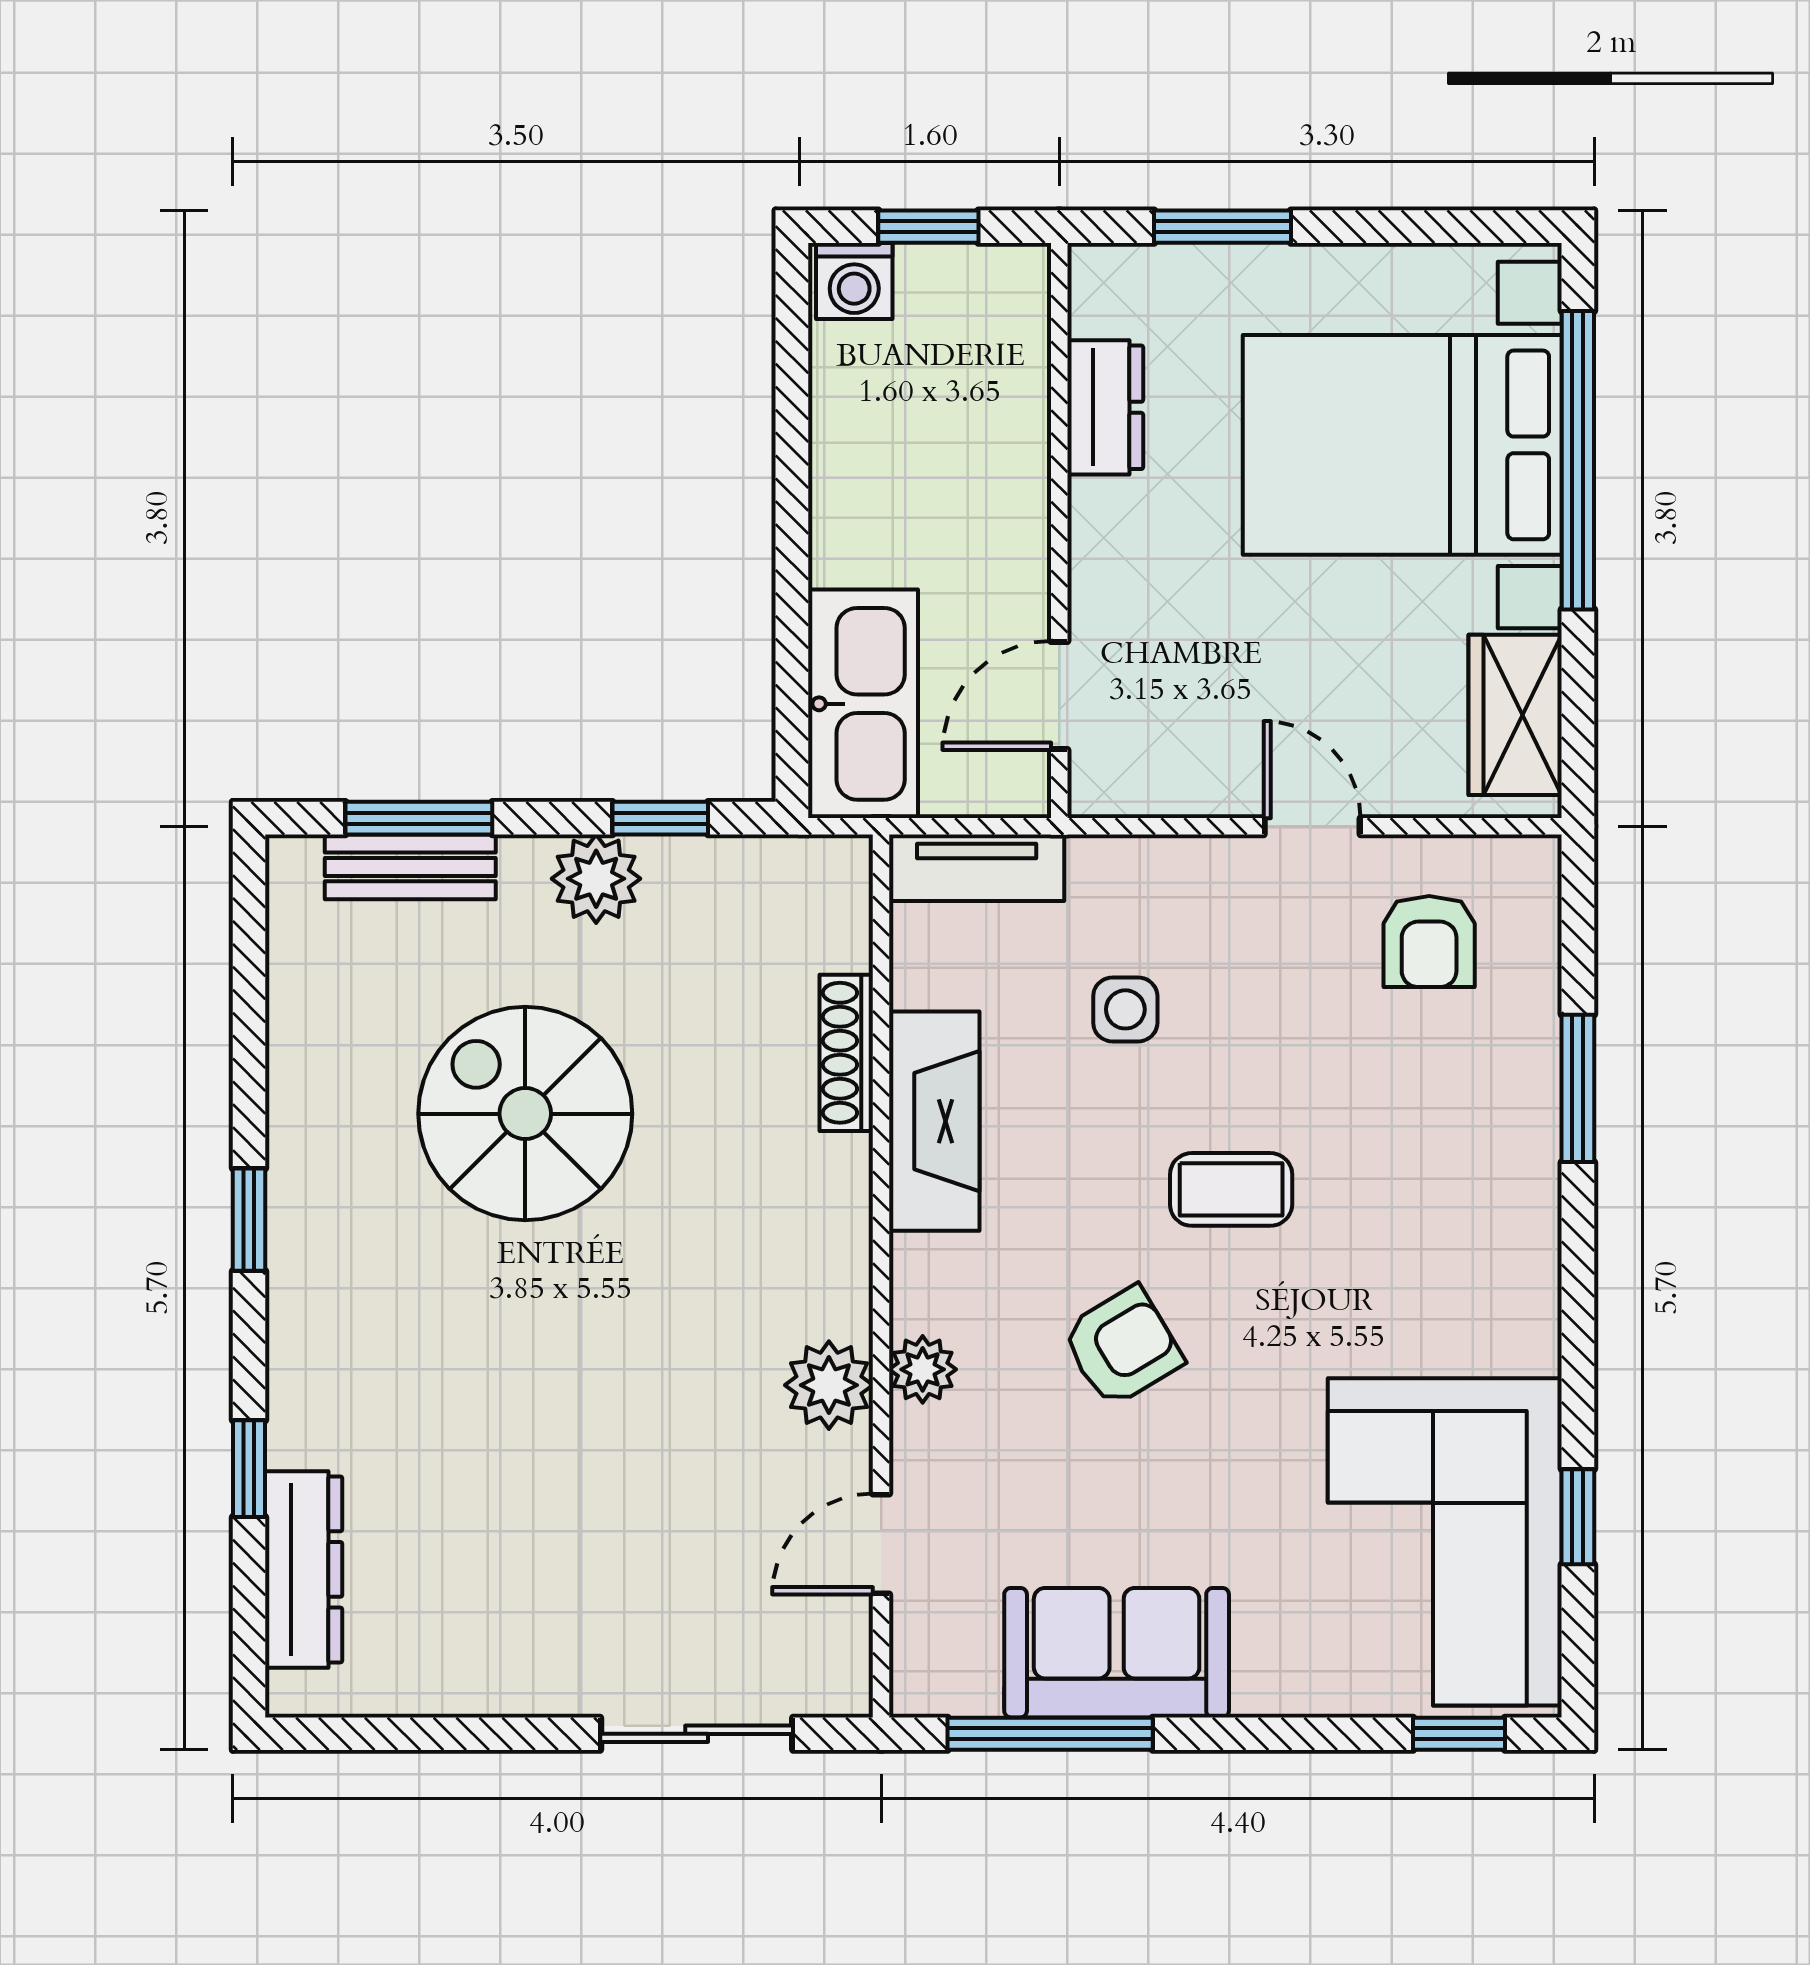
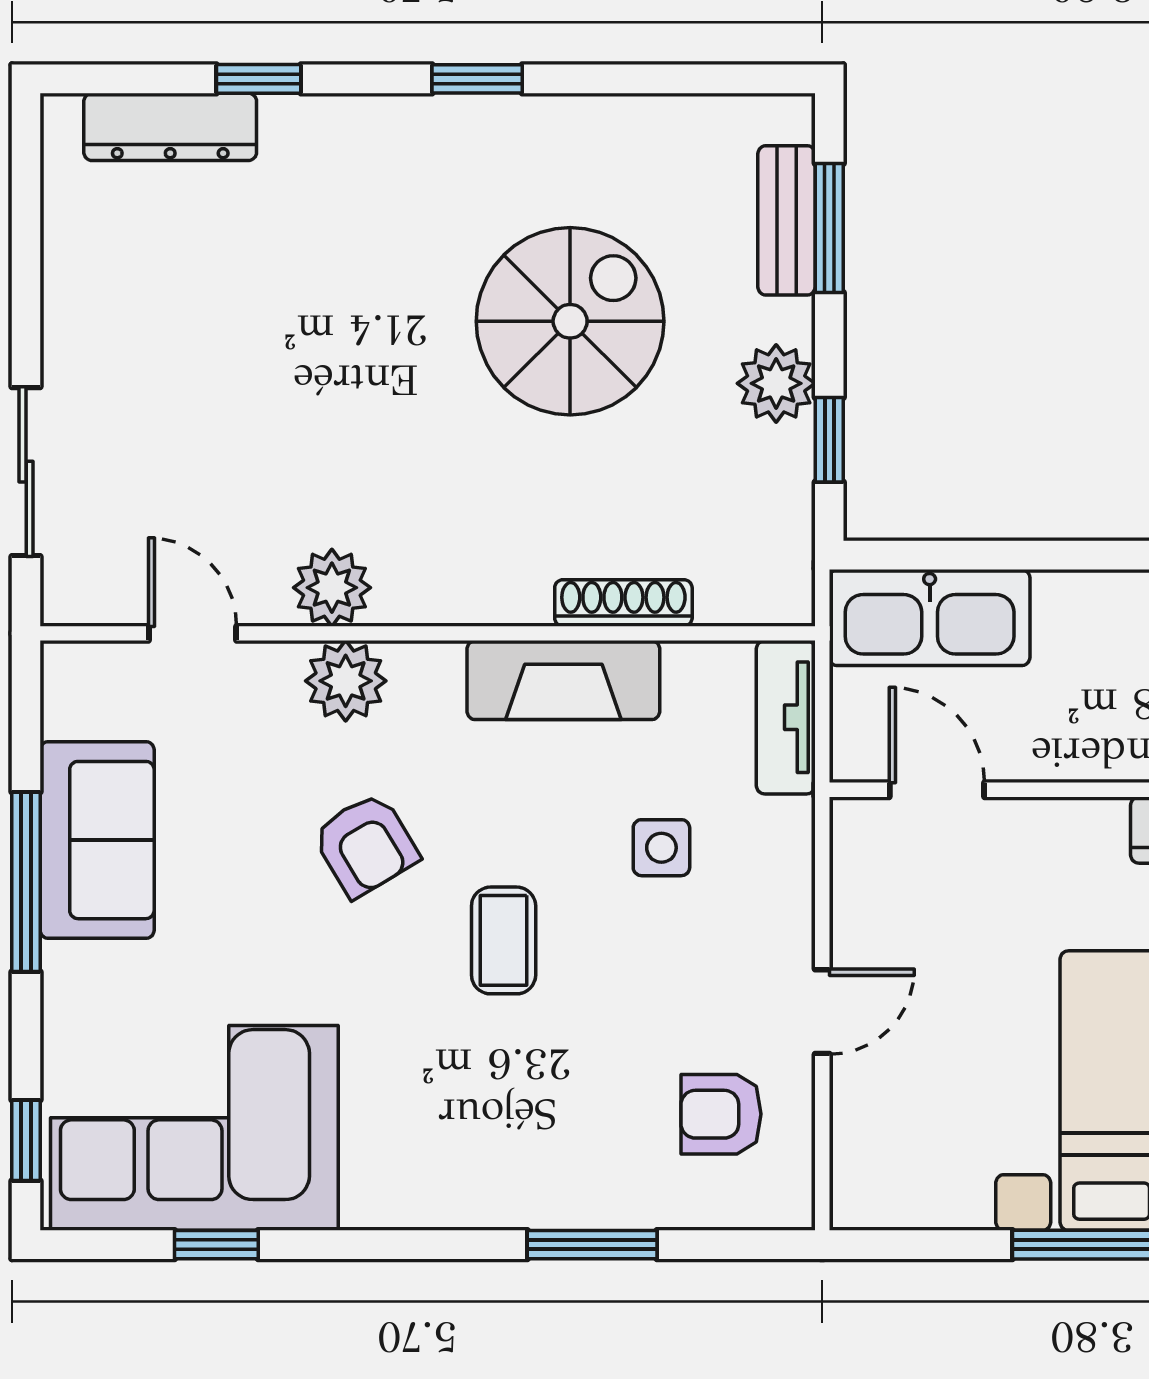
wardrobe: (1515, 715) -> (920, 1190), removed
plant: (923, 1369) -> (346, 681), width x1.38, depth x1.38
window: (1050, 1734) -> (26, 882), moved

